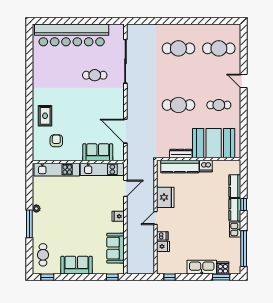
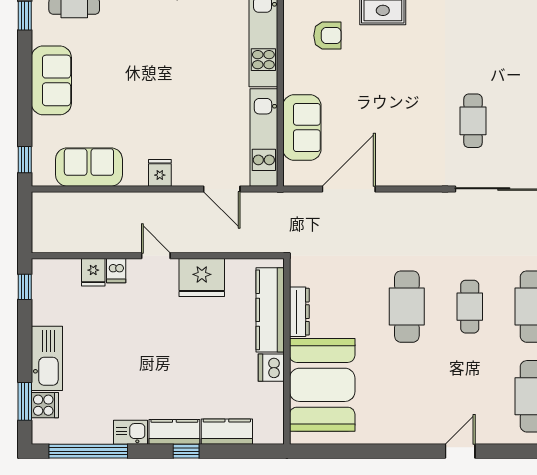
cafe table: (219, 105) -> (470, 307), moved

